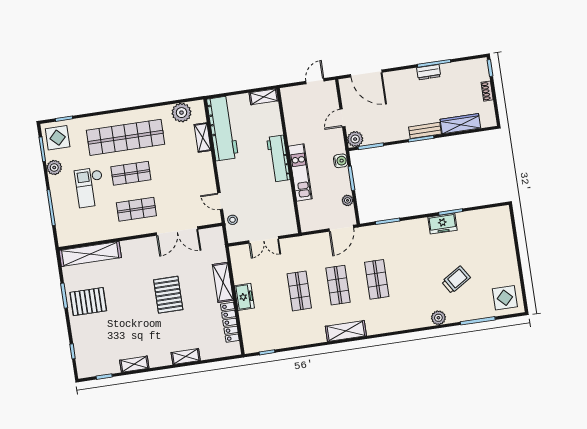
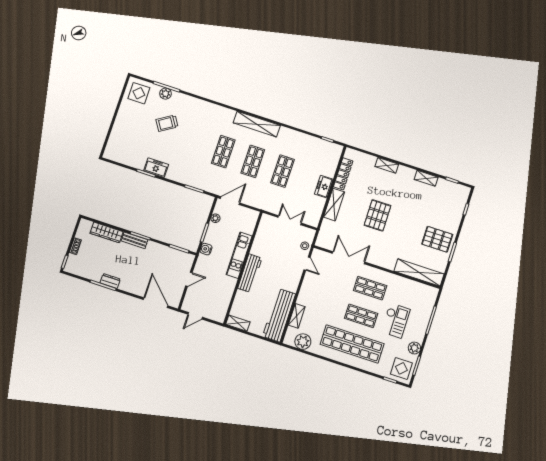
plant: (355, 139) -> (188, 259), removed
plant: (438, 318) -> (165, 94), moved
shelving: (346, 331) -> (257, 124), width x1.47

